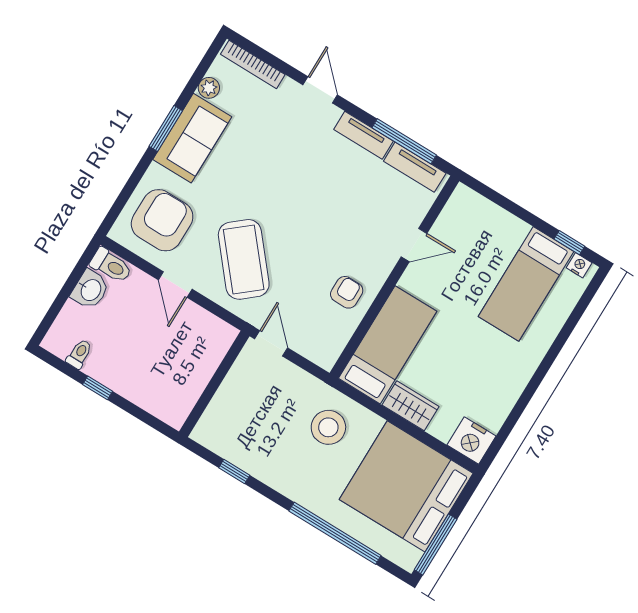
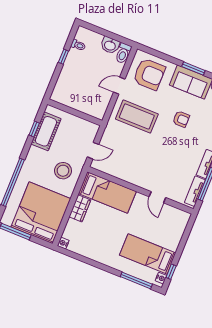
coffee table: (244, 259) -> (137, 116), turned 40
armchair: (347, 292) -> (181, 119), moved
window: (576, 316) -> (136, 280), added
door: (271, 343) -> (93, 151), moved
nightstand: (471, 441) -> (63, 243), width x0.53, depth x0.56
cot: (243, 448) -> (46, 131), added

